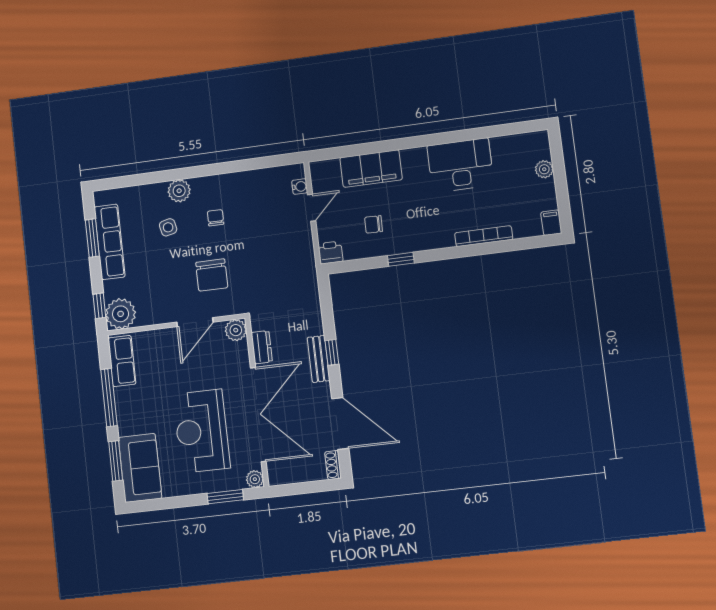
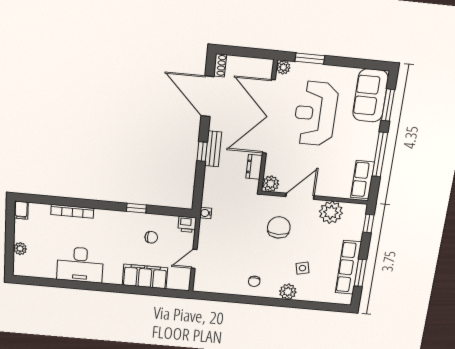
water cooler: (300, 187) -> (206, 213), moved
chair: (215, 218) -> (254, 281), moved
plant: (121, 314) -> (331, 212), moved
reception desk: (202, 431) -> (315, 114), turned 180

